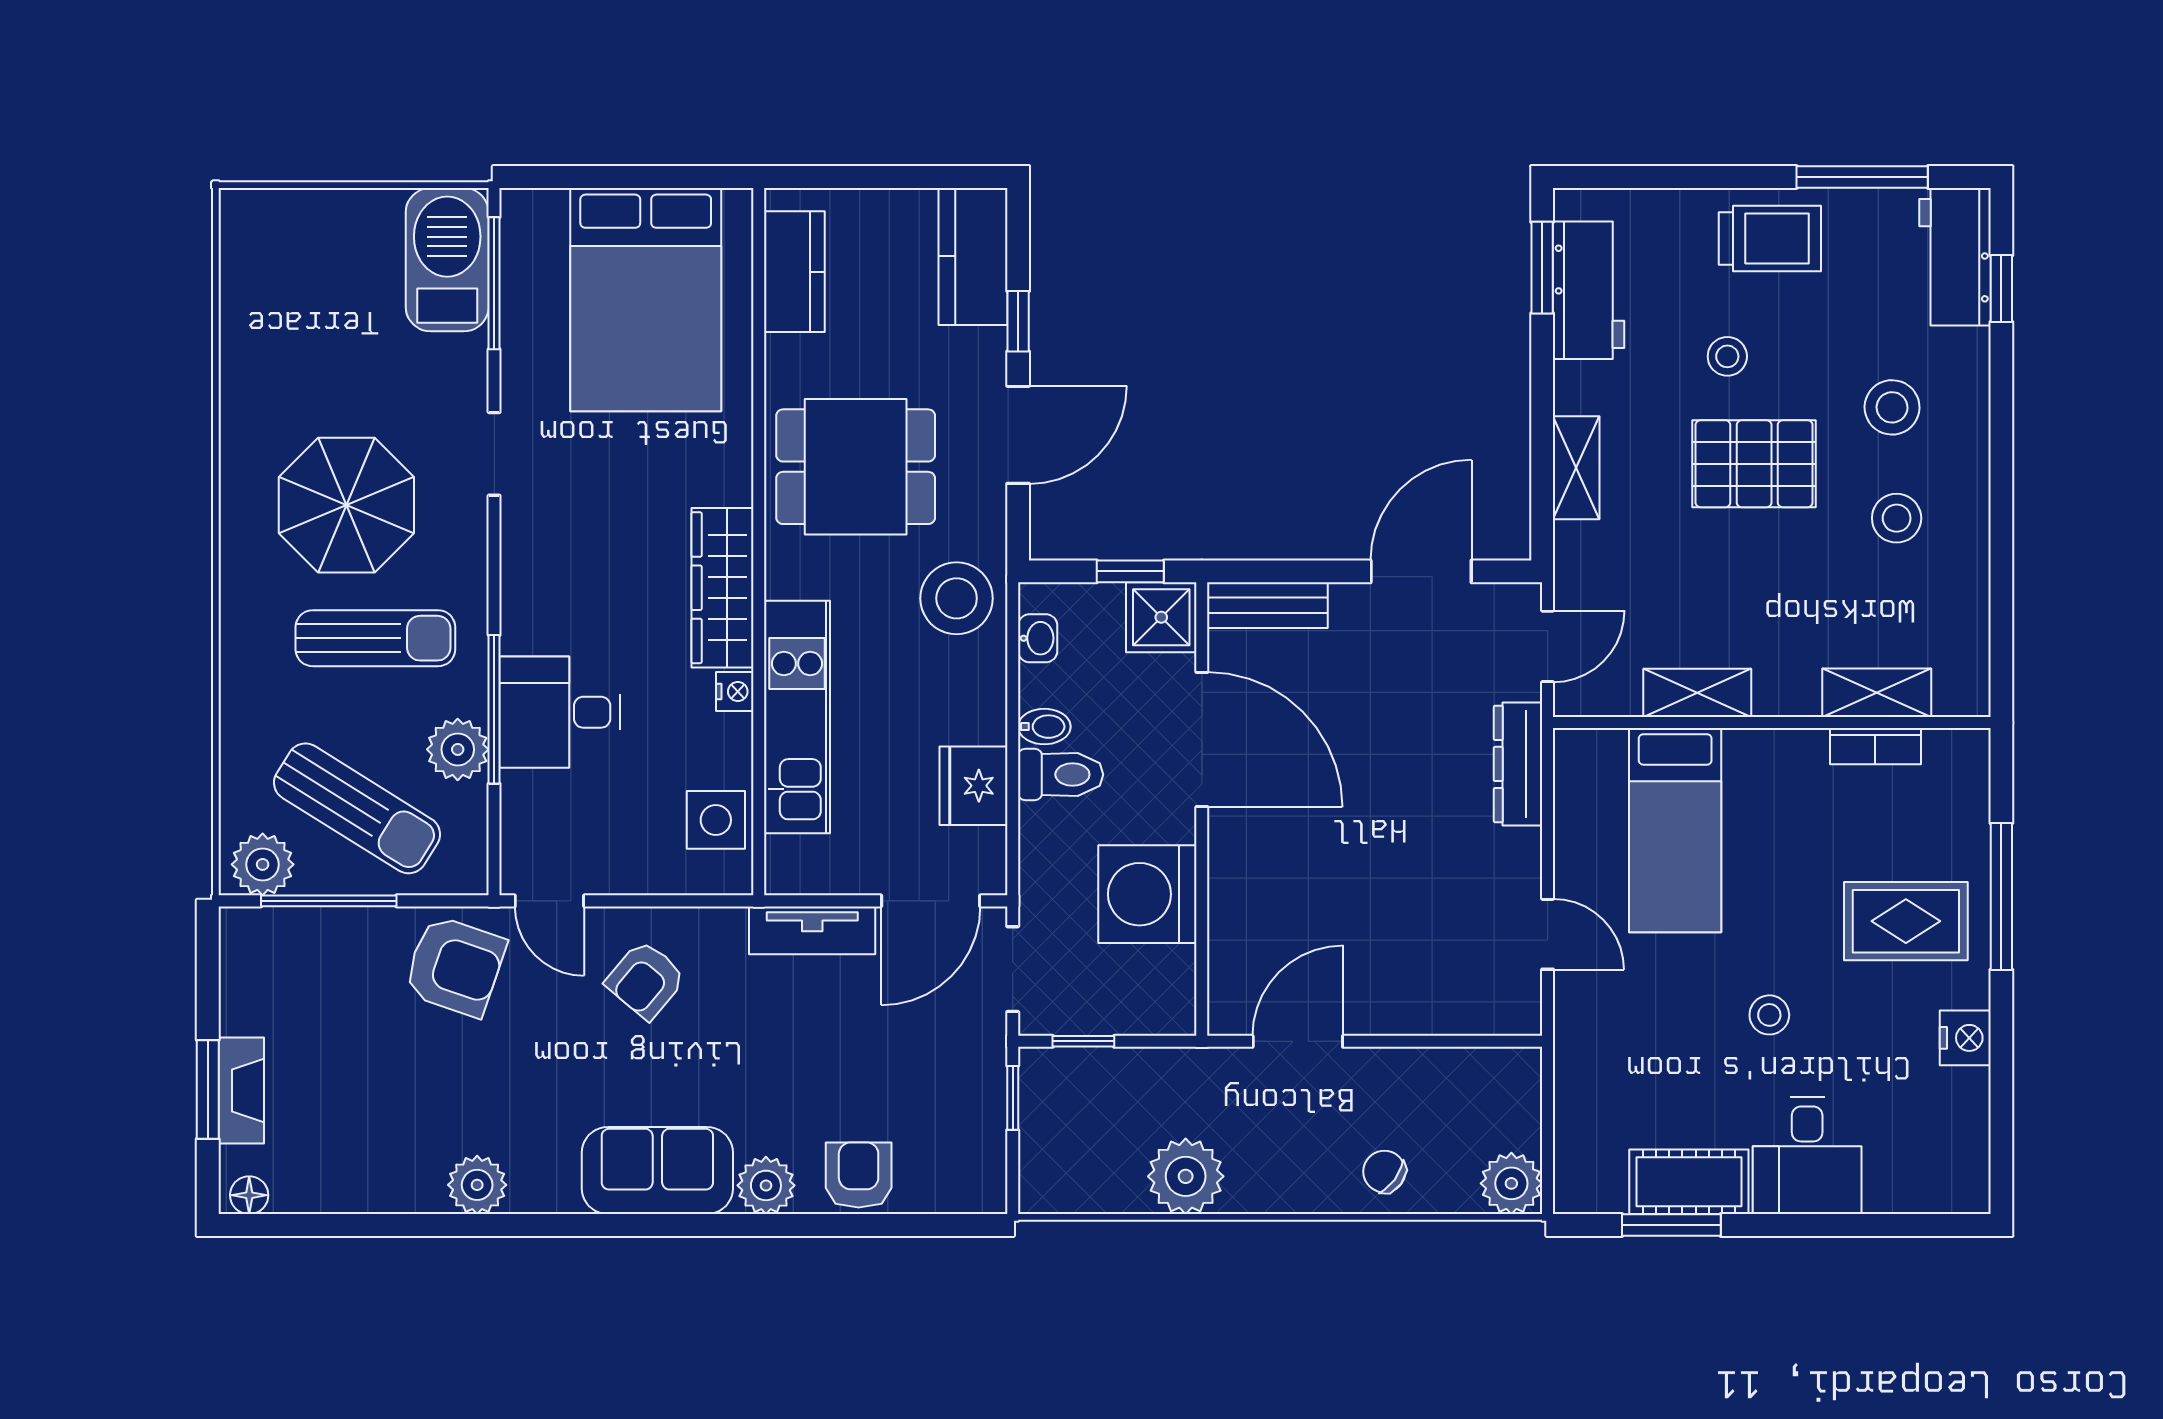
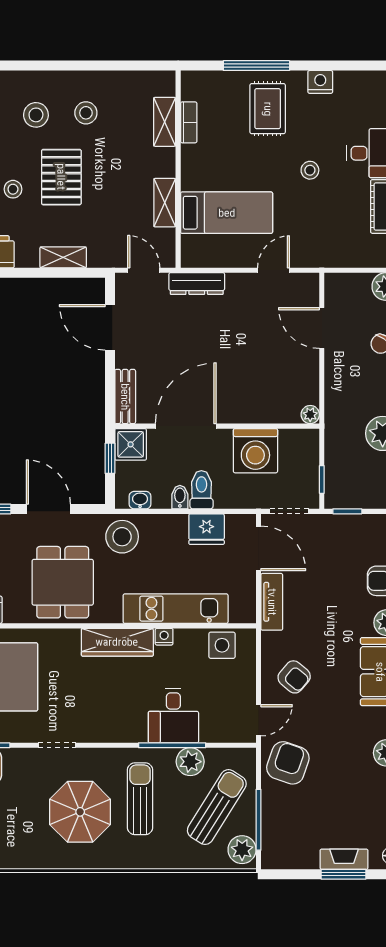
plant: (1227, 1016) -> (310, 415), added
door: (1298, 1041) -> (322, 328), moved

